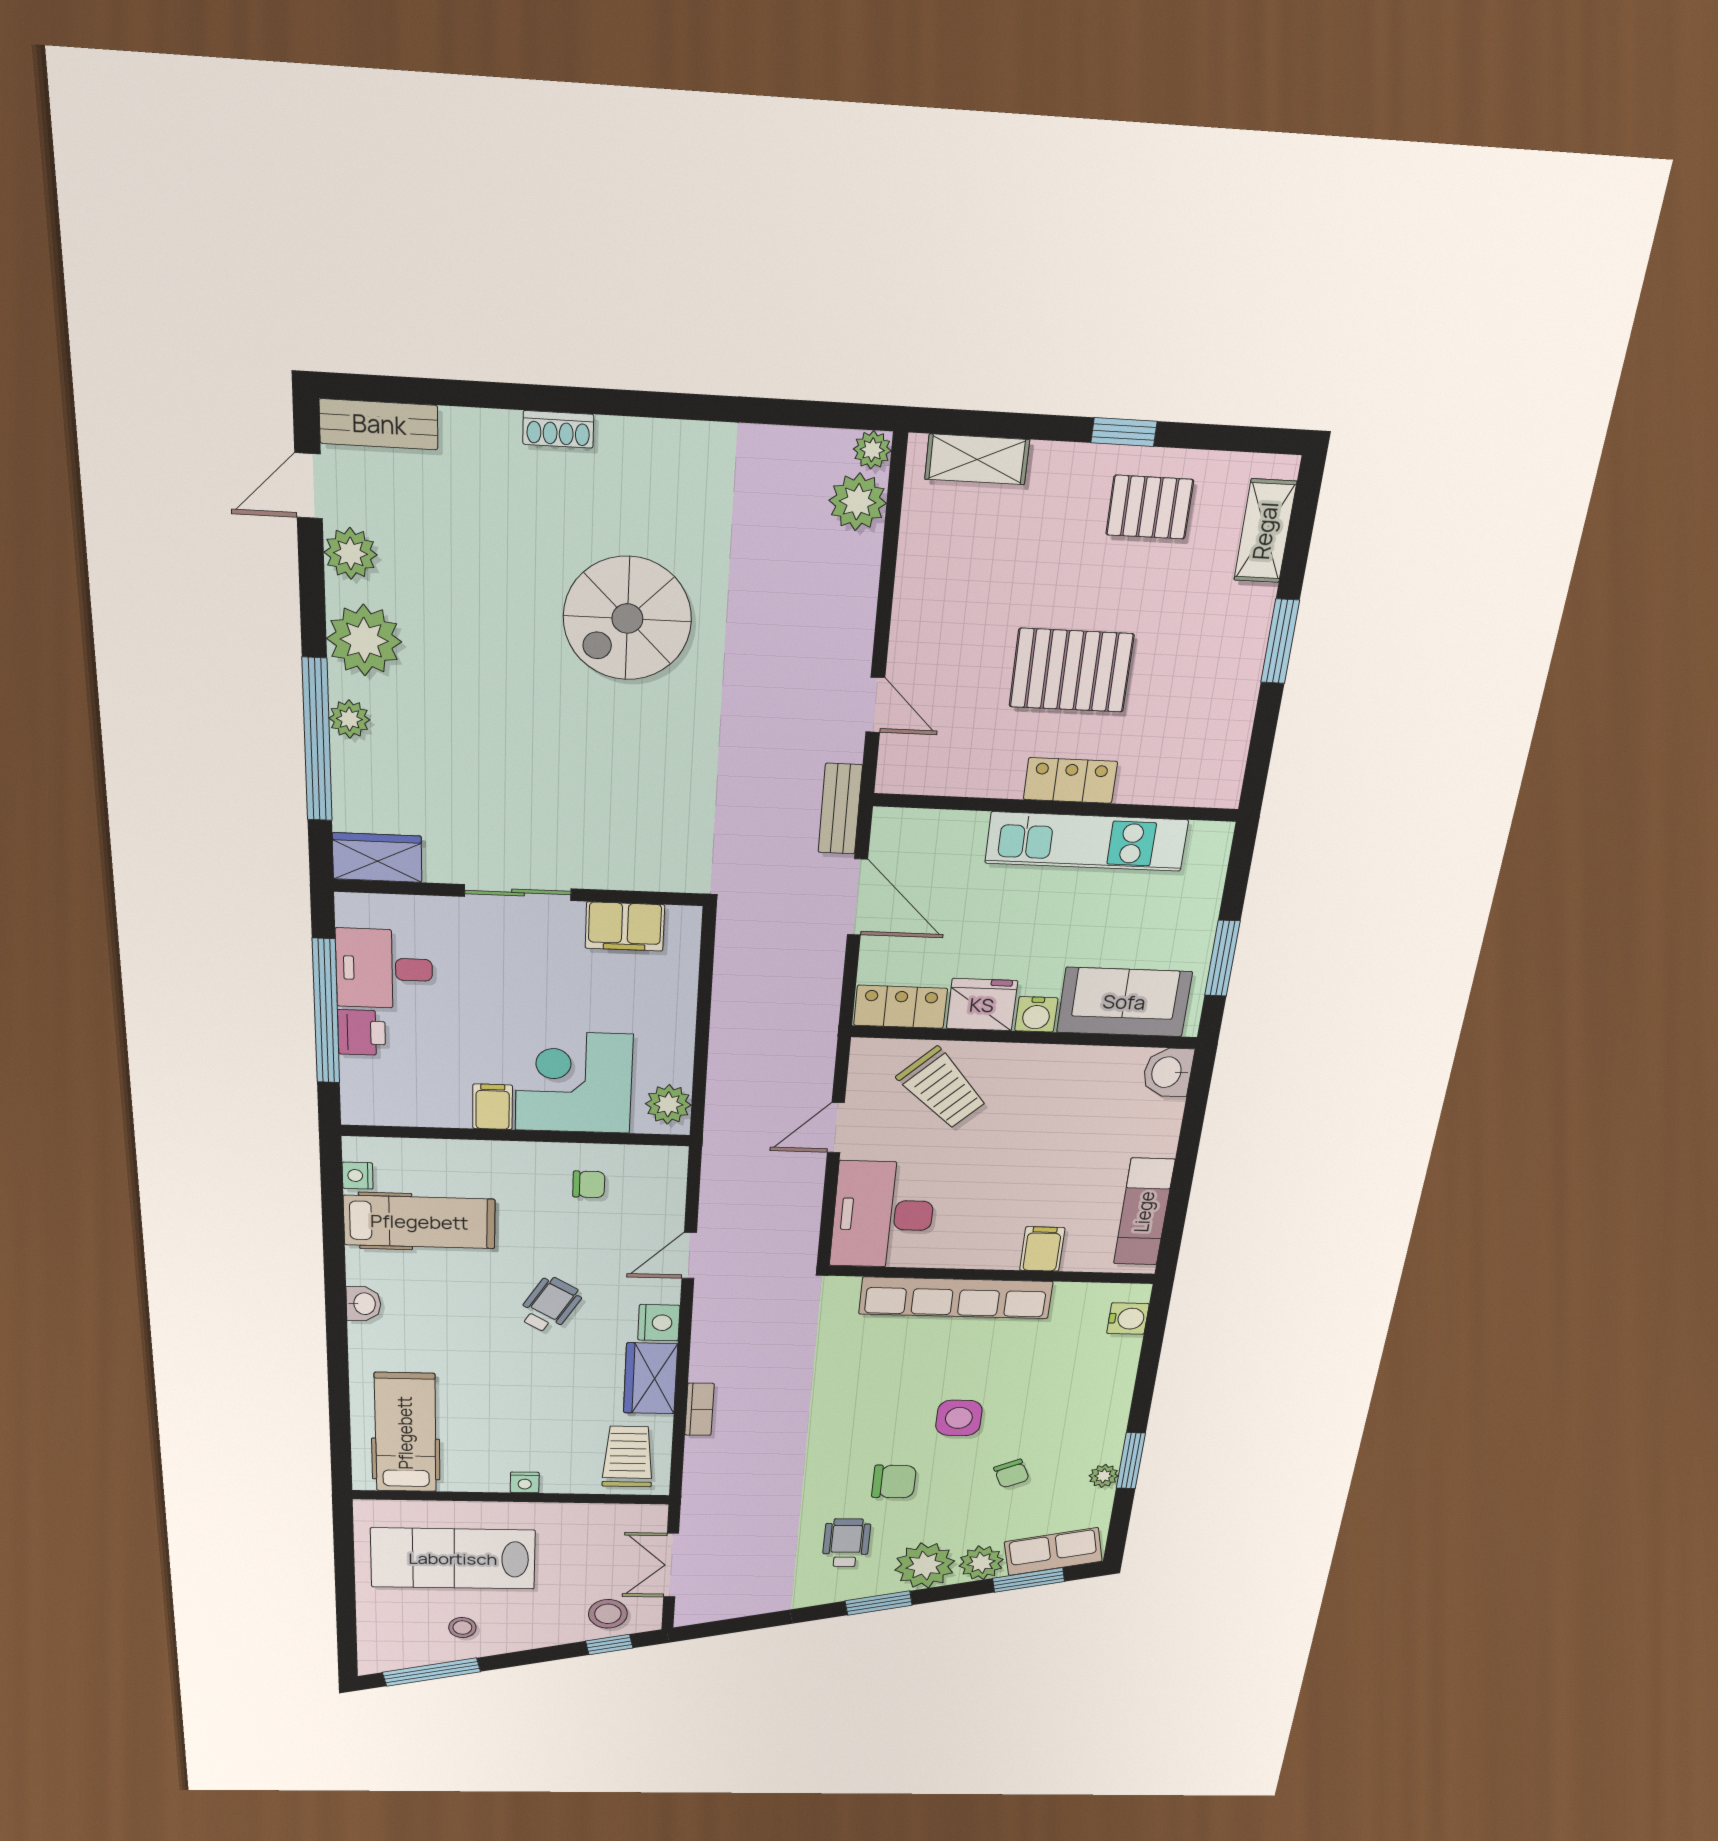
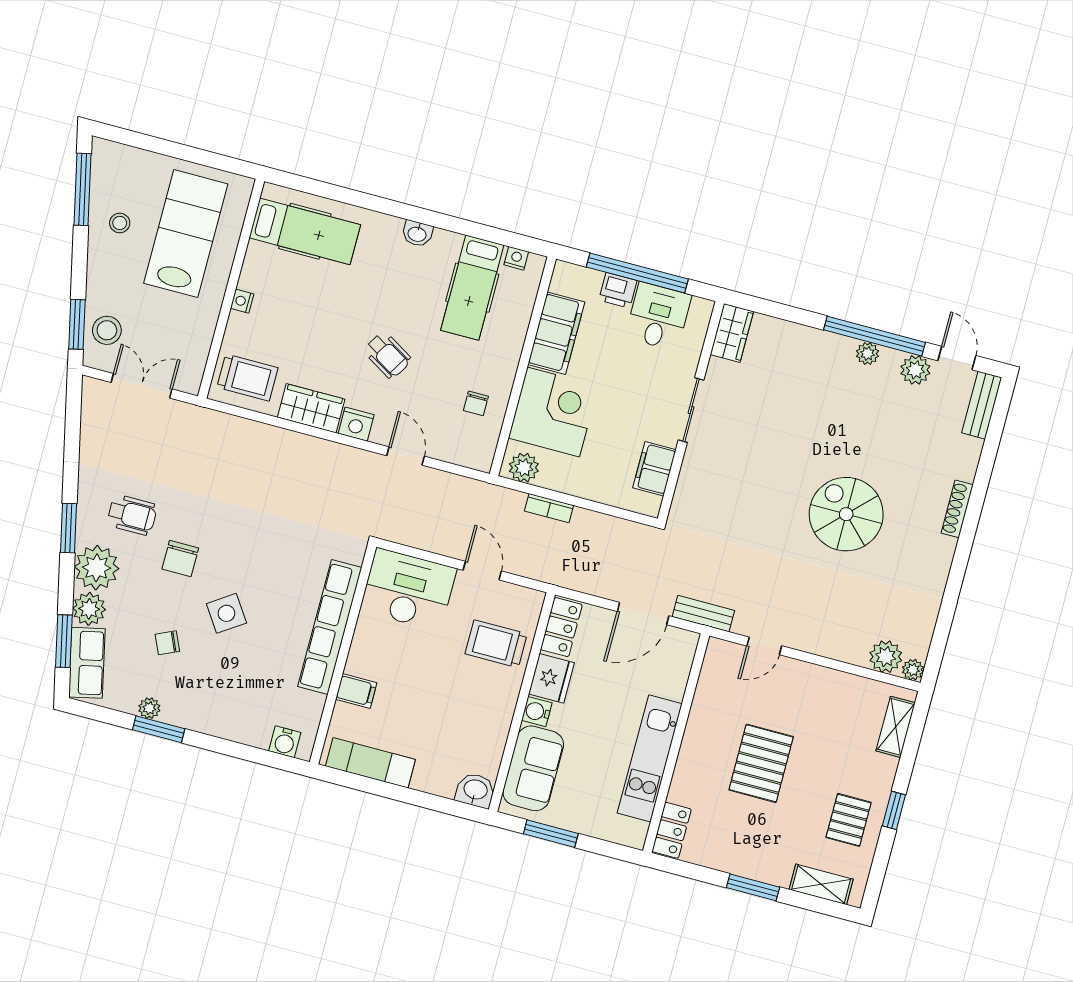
shoe rack: (558, 429) -> (957, 509), width x1.43
plant: (364, 640) -> (867, 354), width x0.53, depth x0.53
plant: (349, 719) -> (821, 342), removed
window: (317, 740) -> (874, 336), moved
locker: (1070, 780) -> (672, 830), moved
trolley: (942, 1088) -> (496, 644), turned 44
filing cabinet: (493, 1107) -> (556, 333), width x3.00, depth x1.17
bookcase: (699, 1409) -> (549, 508), moved
side table: (959, 1418) -> (226, 613), turned -34
window: (609, 1645) -> (77, 324), width x1.50

